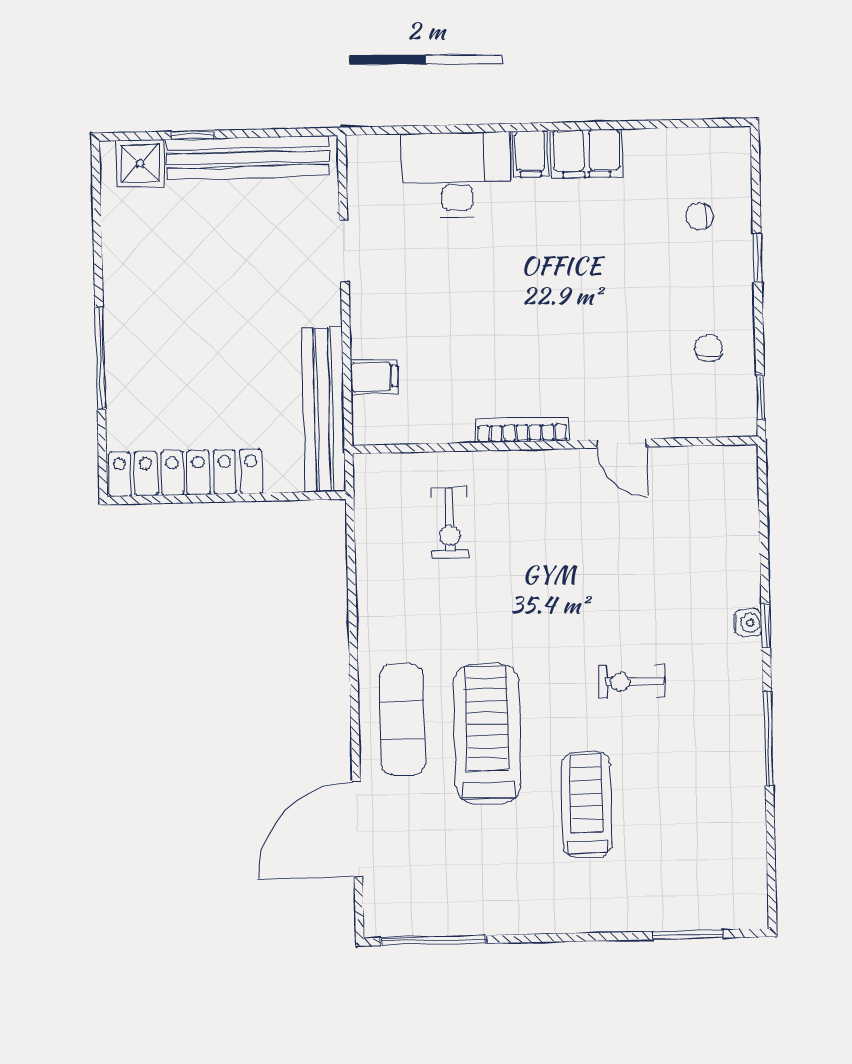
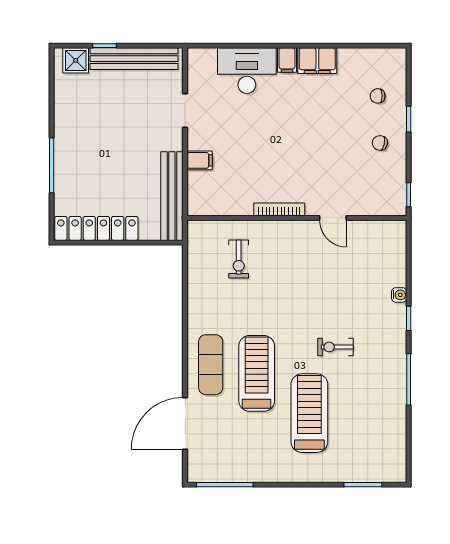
chair: (708, 348) -> (380, 143), moved, turned -77
filing cabinet: (374, 377) -> (200, 160), moved
water cooler: (748, 623) -> (399, 295), moved
treadmill: (586, 805) -> (309, 413), width x1.37, depth x1.38

